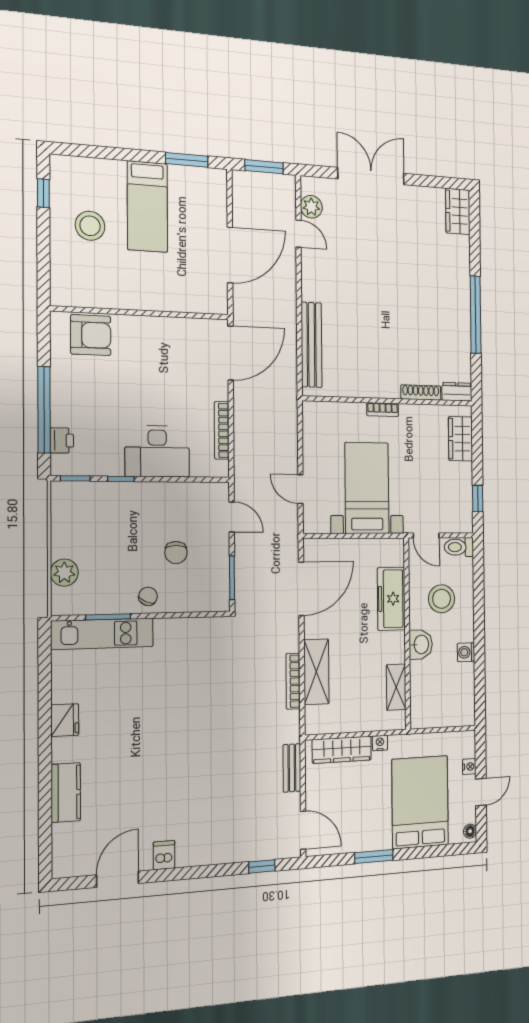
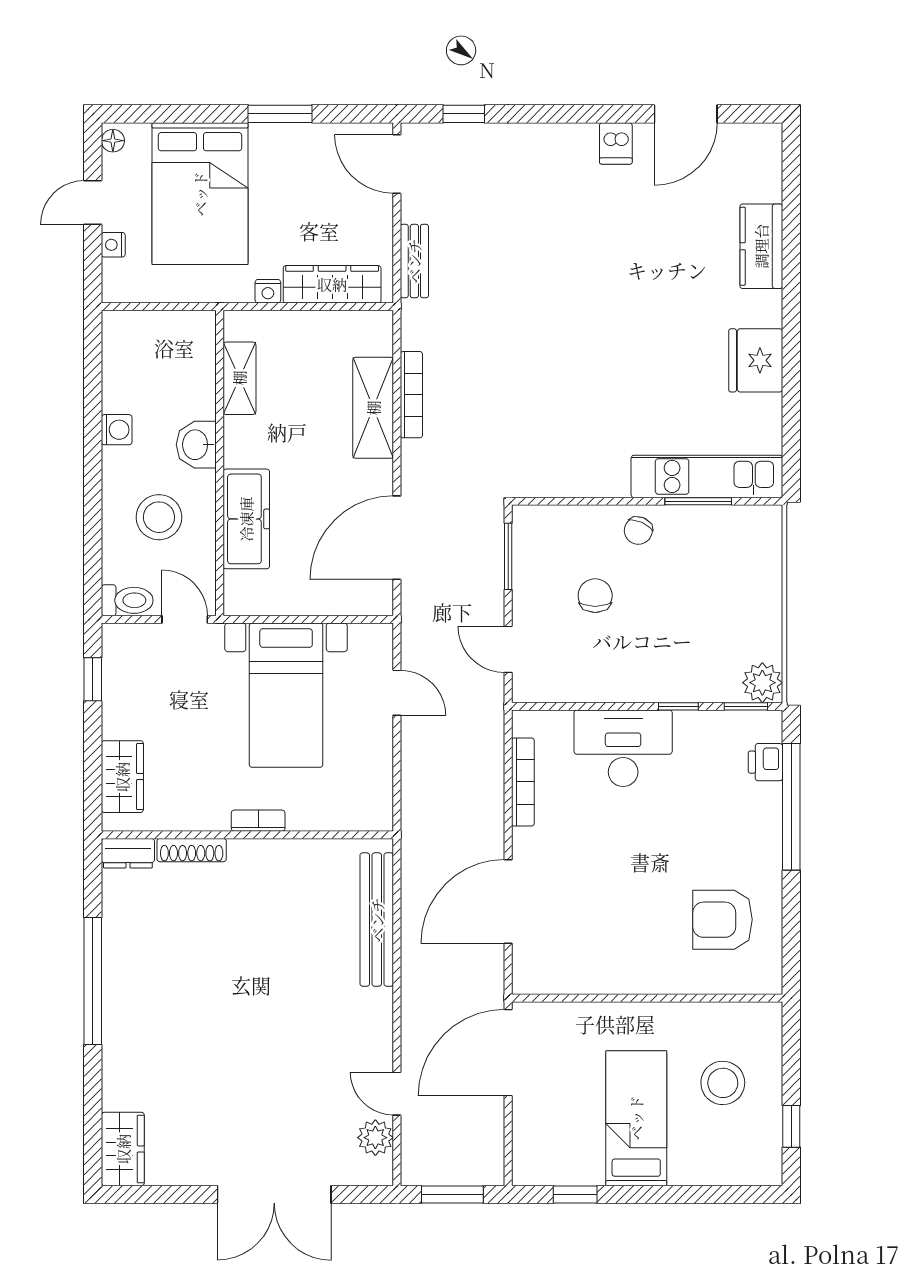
window: (187, 160) -> (575, 1194), width x0.67
wall: (141, 313) -> (647, 998), moved
plant: (64, 573) -> (762, 683), moved
fridge: (65, 720) -> (756, 360), width x1.36, depth x1.34

